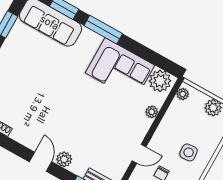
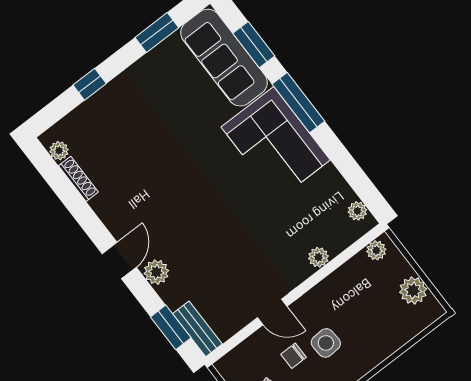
corner sofa: (120, 69) -> (276, 143), moved
plant: (160, 81) -> (357, 211), width x0.53, depth x0.53
side table: (189, 152) -> (326, 343), moved

